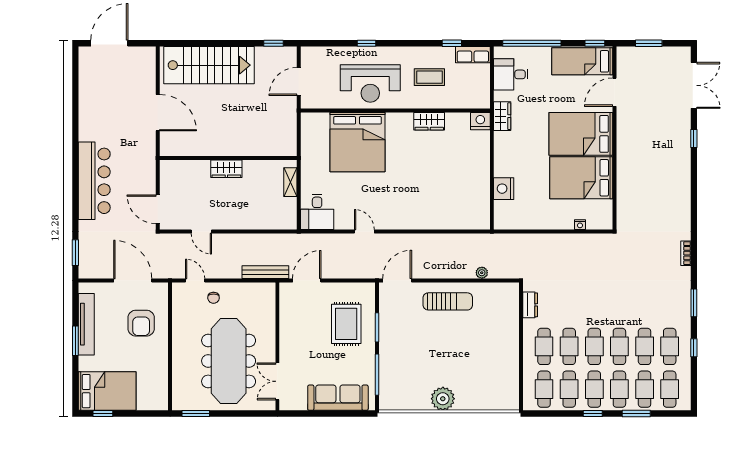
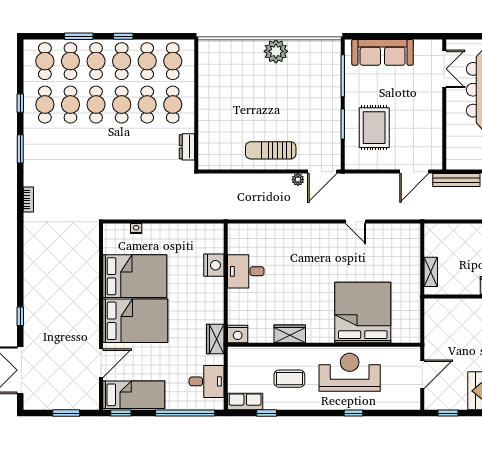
desk: (317, 212) -> (246, 271), moved, turned -90
plant: (482, 273) -> (298, 180), moved

